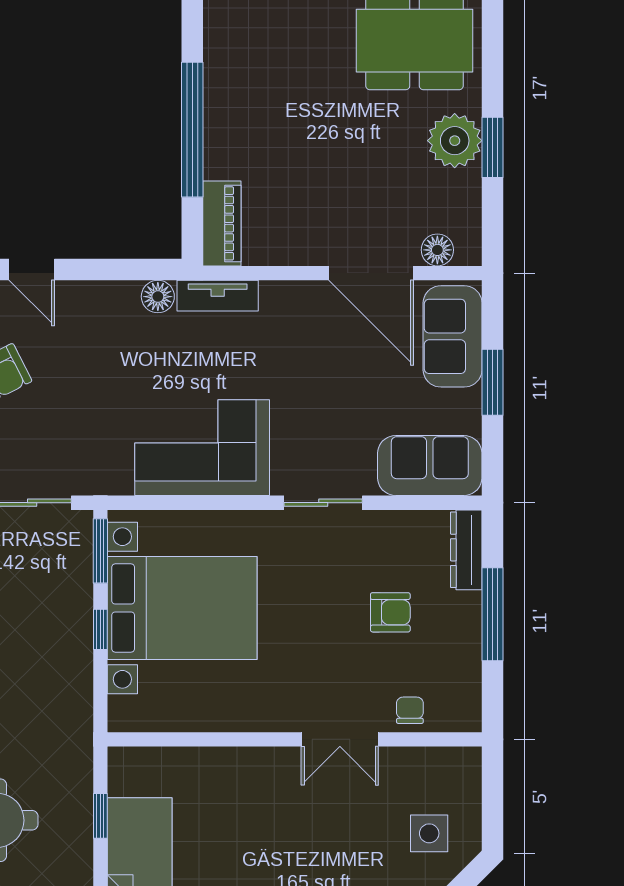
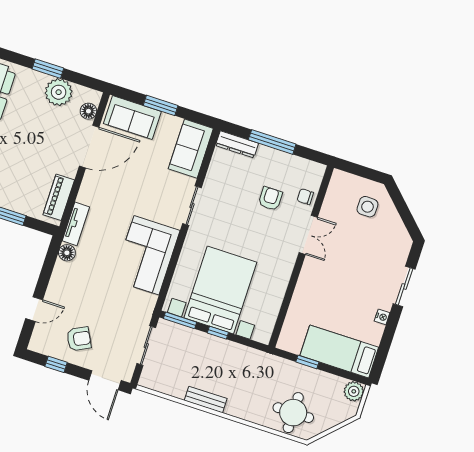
plant: (455, 141) -> (59, 92), moved
piano: (222, 223) -> (59, 197), moved, turned -90
armchair: (390, 612) -> (270, 199), moved

